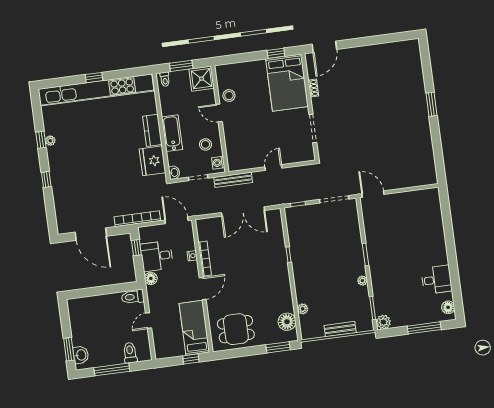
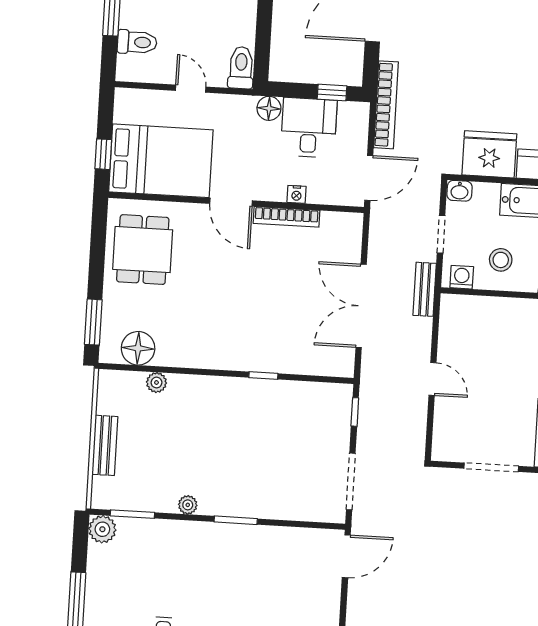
bench: (233, 180) -> (425, 289), width x0.73
bed: (194, 328) -> (161, 161), width x1.50

